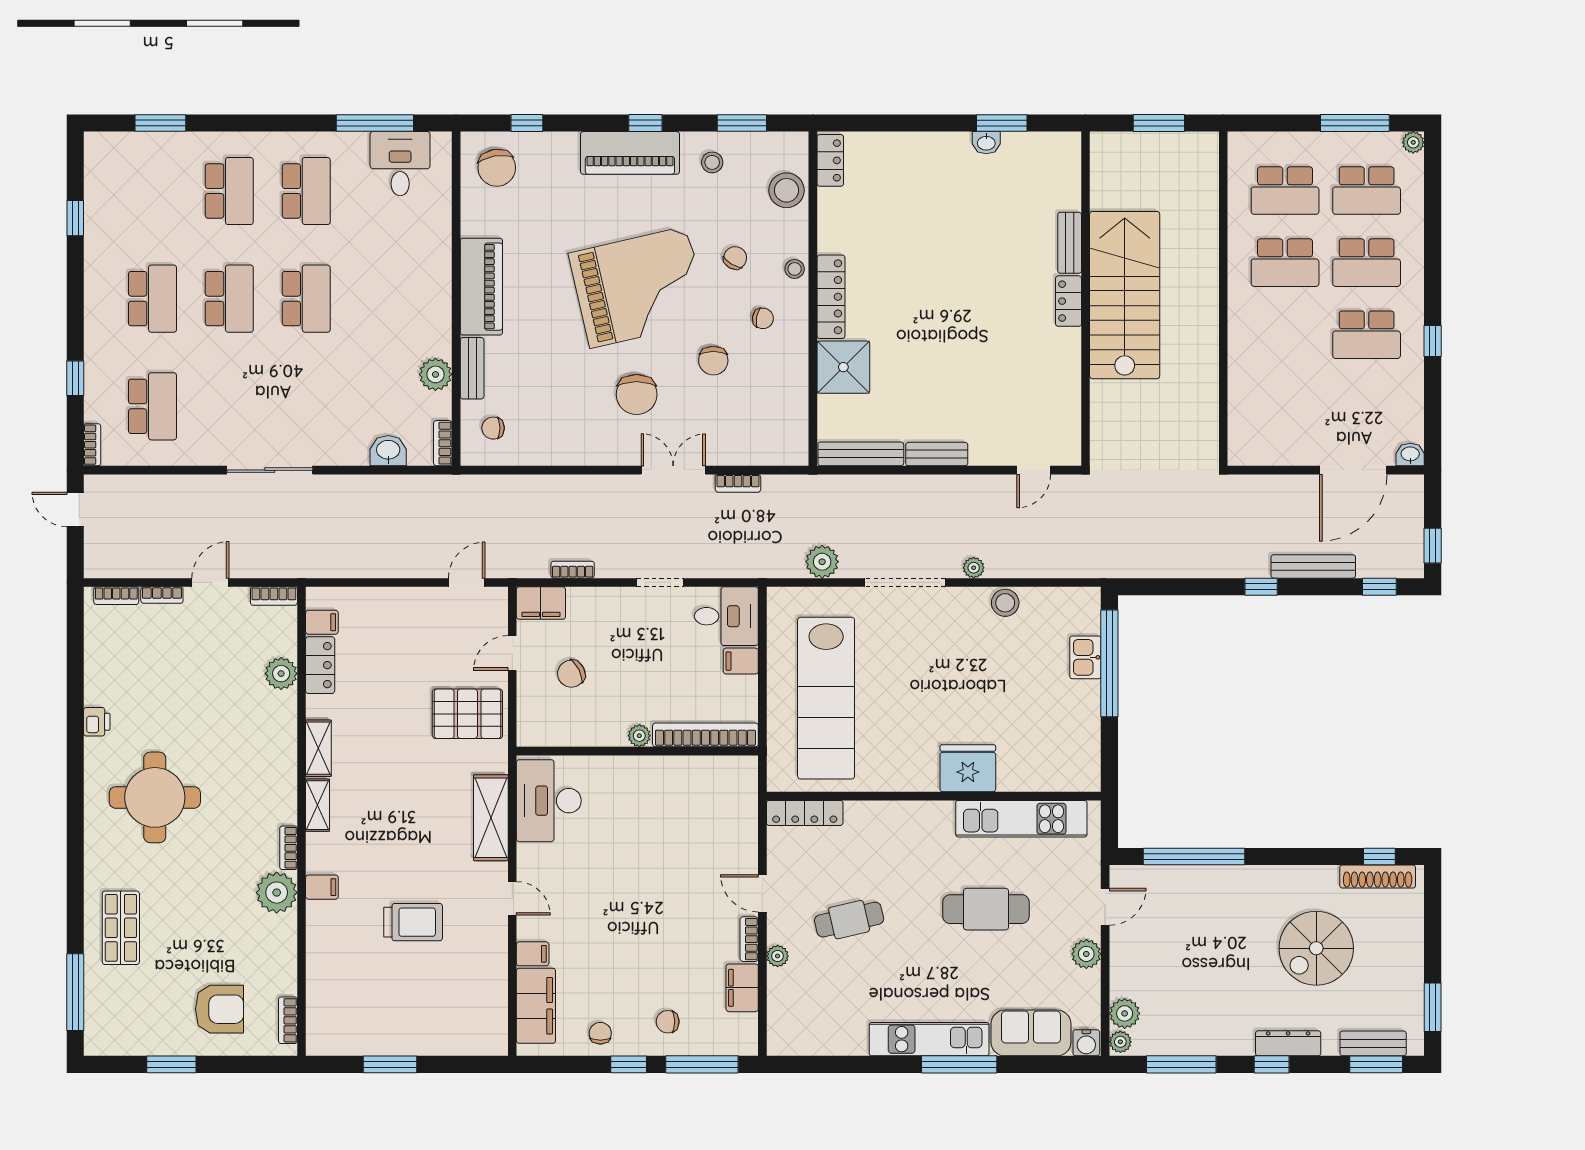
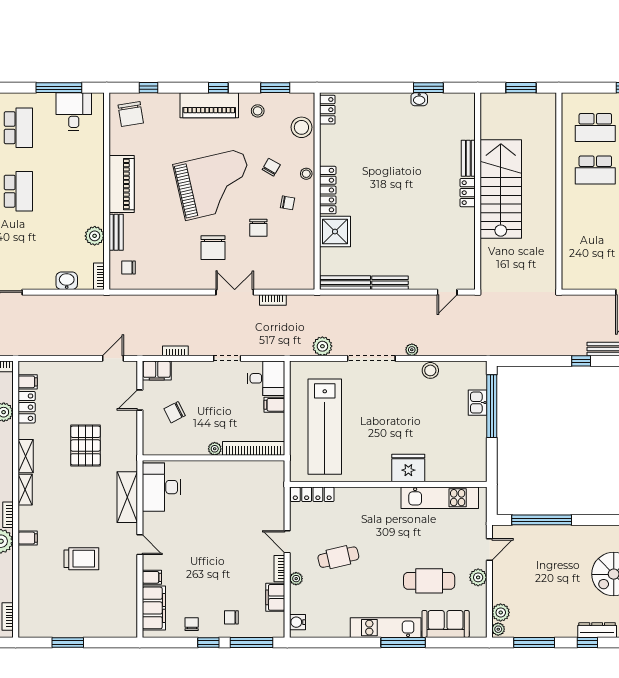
pallet: (467, 714) -> (85, 446), moved, turned 90
cafe table: (986, 909) -> (429, 581), moved
water cooler: (1086, 1043) -> (298, 622), moved, turned 90

